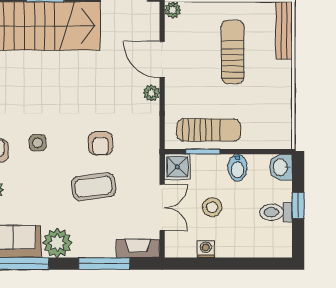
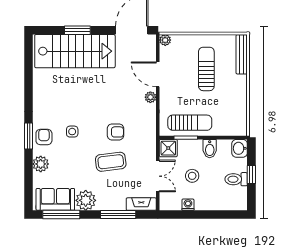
armchair: (101, 143) -> (115, 132), turned -90

